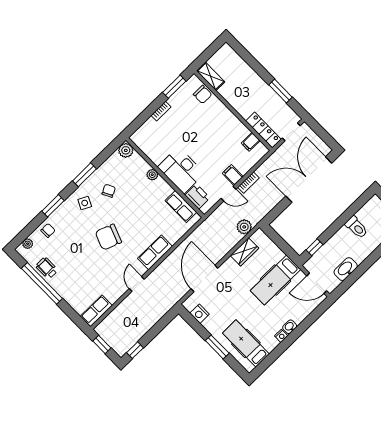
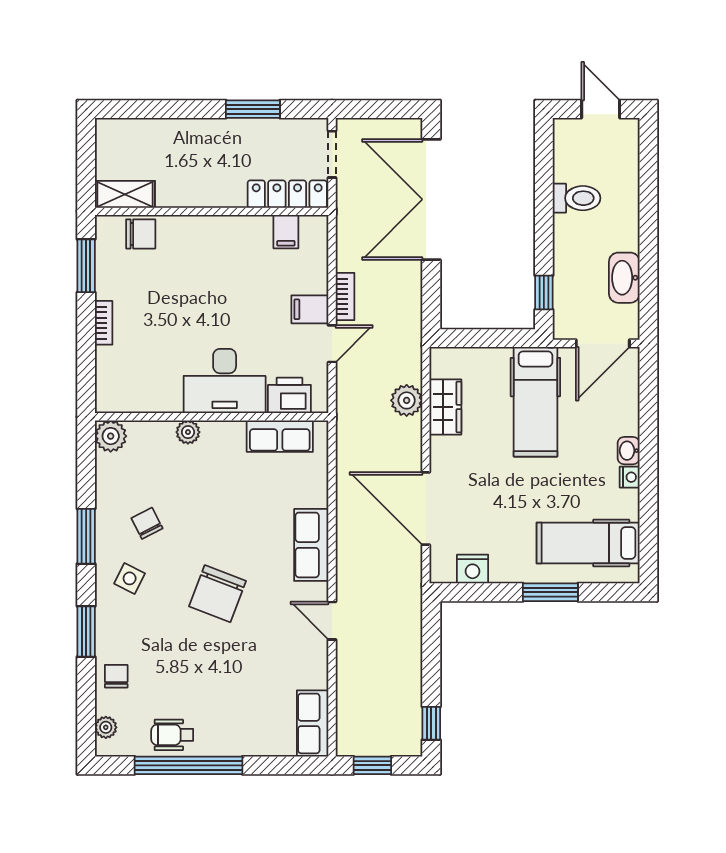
plant: (244, 227) -> (407, 400), moved

